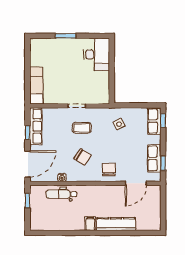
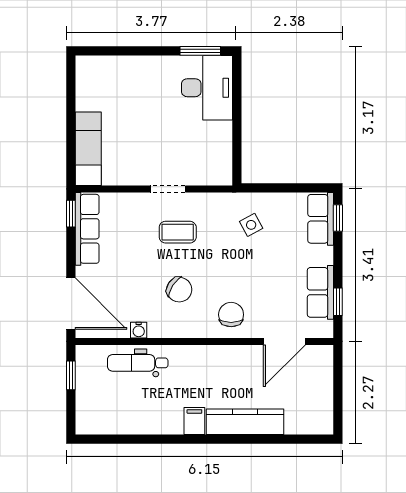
window: (66, 36) -> (200, 51), moved
window: (27, 132) -> (71, 214), moved
door: (27, 164) -> (71, 304), hinge flipped

